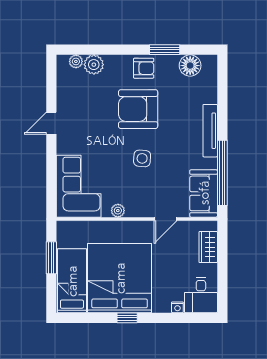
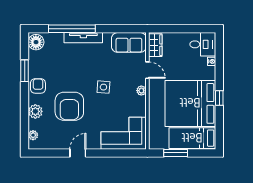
plant: (94, 65) -> (35, 111), moved
floor lamp: (190, 66) -> (36, 42), moved
armchair: (138, 109) -> (69, 106), moved
door: (51, 123) -> (78, 153), swing flipped
window: (222, 173) -> (72, 29), moved
plant: (118, 211) -> (141, 91), moved
wardrobe: (208, 247) -> (155, 45), moved, turned -90

